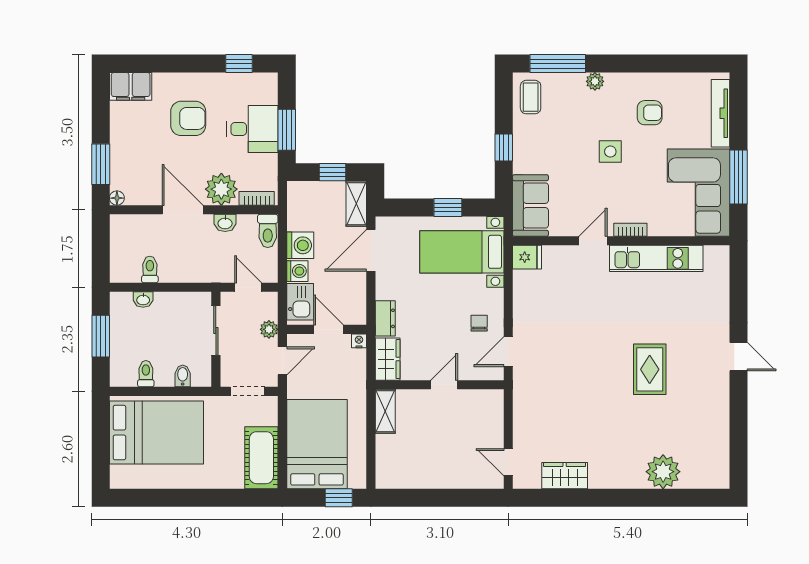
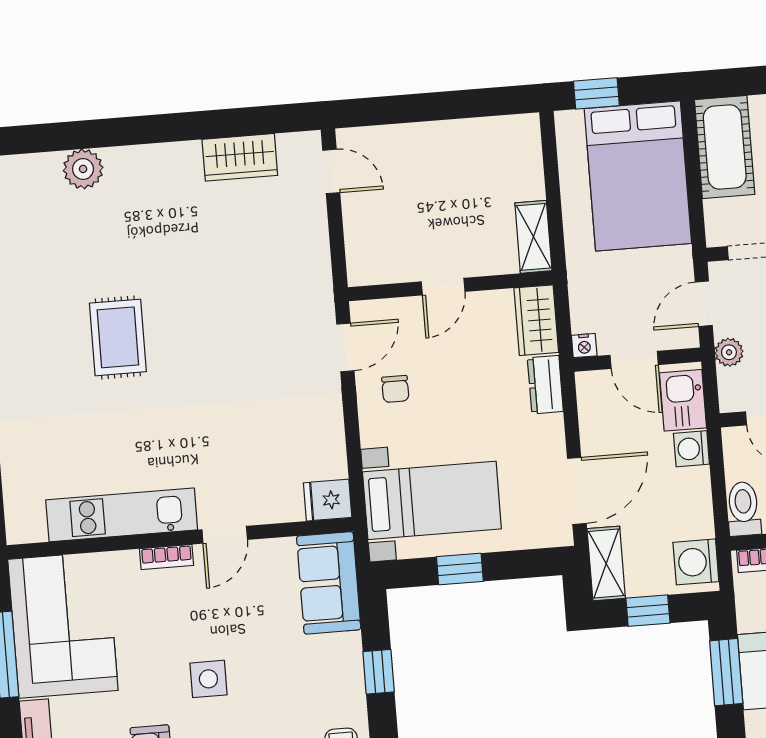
washing machine: (300, 245) -> (696, 562), moved
plant: (663, 472) -> (83, 169), width x0.73, depth x0.73

